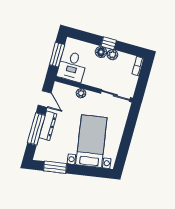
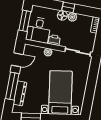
printer: (89, 80) -> (54, 40), added
door: (45, 99) -> (17, 60), hinge flipped
dresser: (48, 126) -> (20, 93), moved

